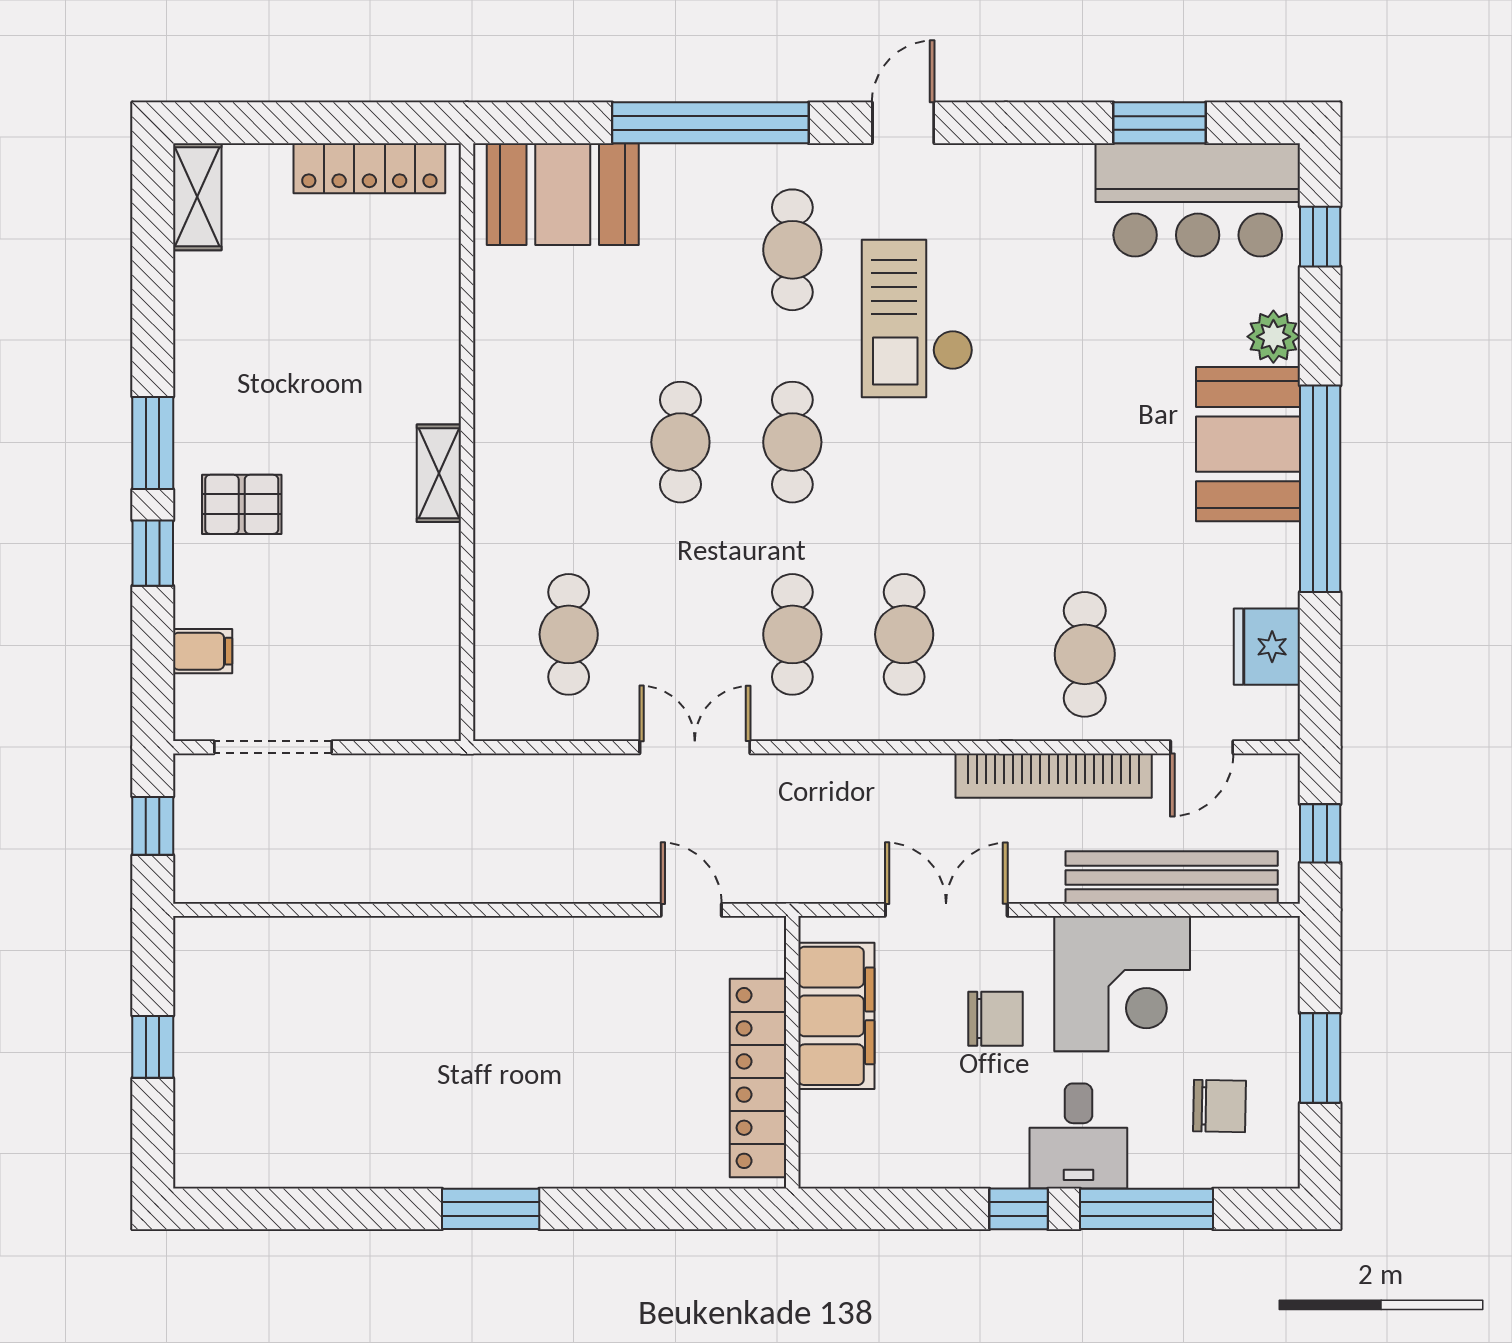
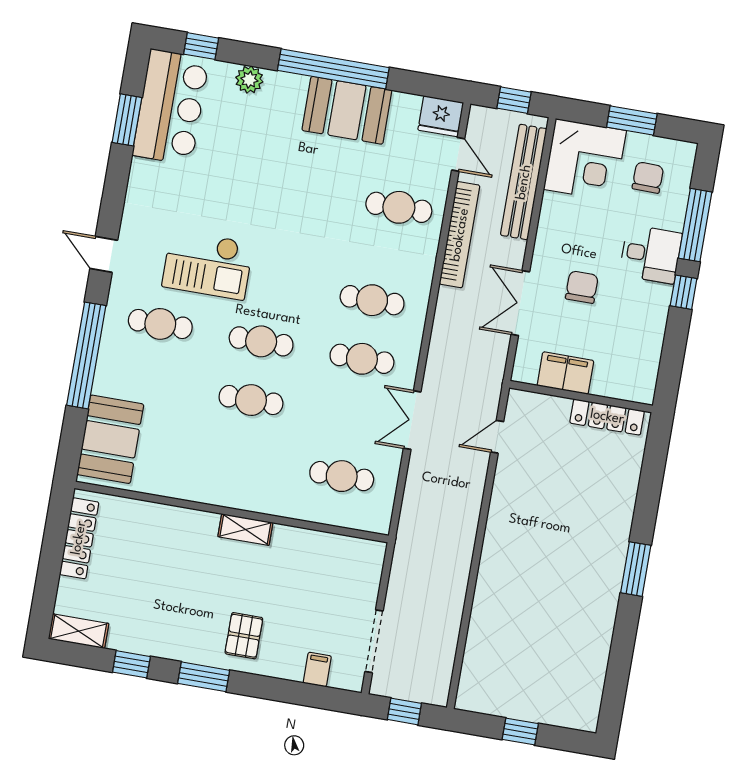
booth: (1248, 444) -> (347, 110), moved
window: (153, 553) -> (131, 664), moved
fridge: (1267, 647) -> (441, 116), moved
corner desk: (1122, 984) -> (585, 160), moved, turned 90
filing cabinet: (836, 1016) -> (565, 373), width x0.67, depth x0.86
locker: (758, 1078) -> (607, 417), width x0.71, depth x0.83

